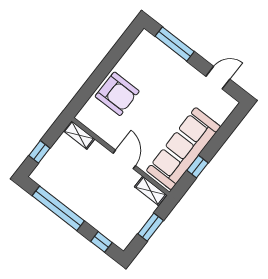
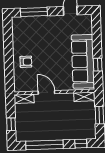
armchair: (117, 94) -> (26, 62), width x0.53, depth x0.53
door: (124, 159) -> (46, 92), moved

